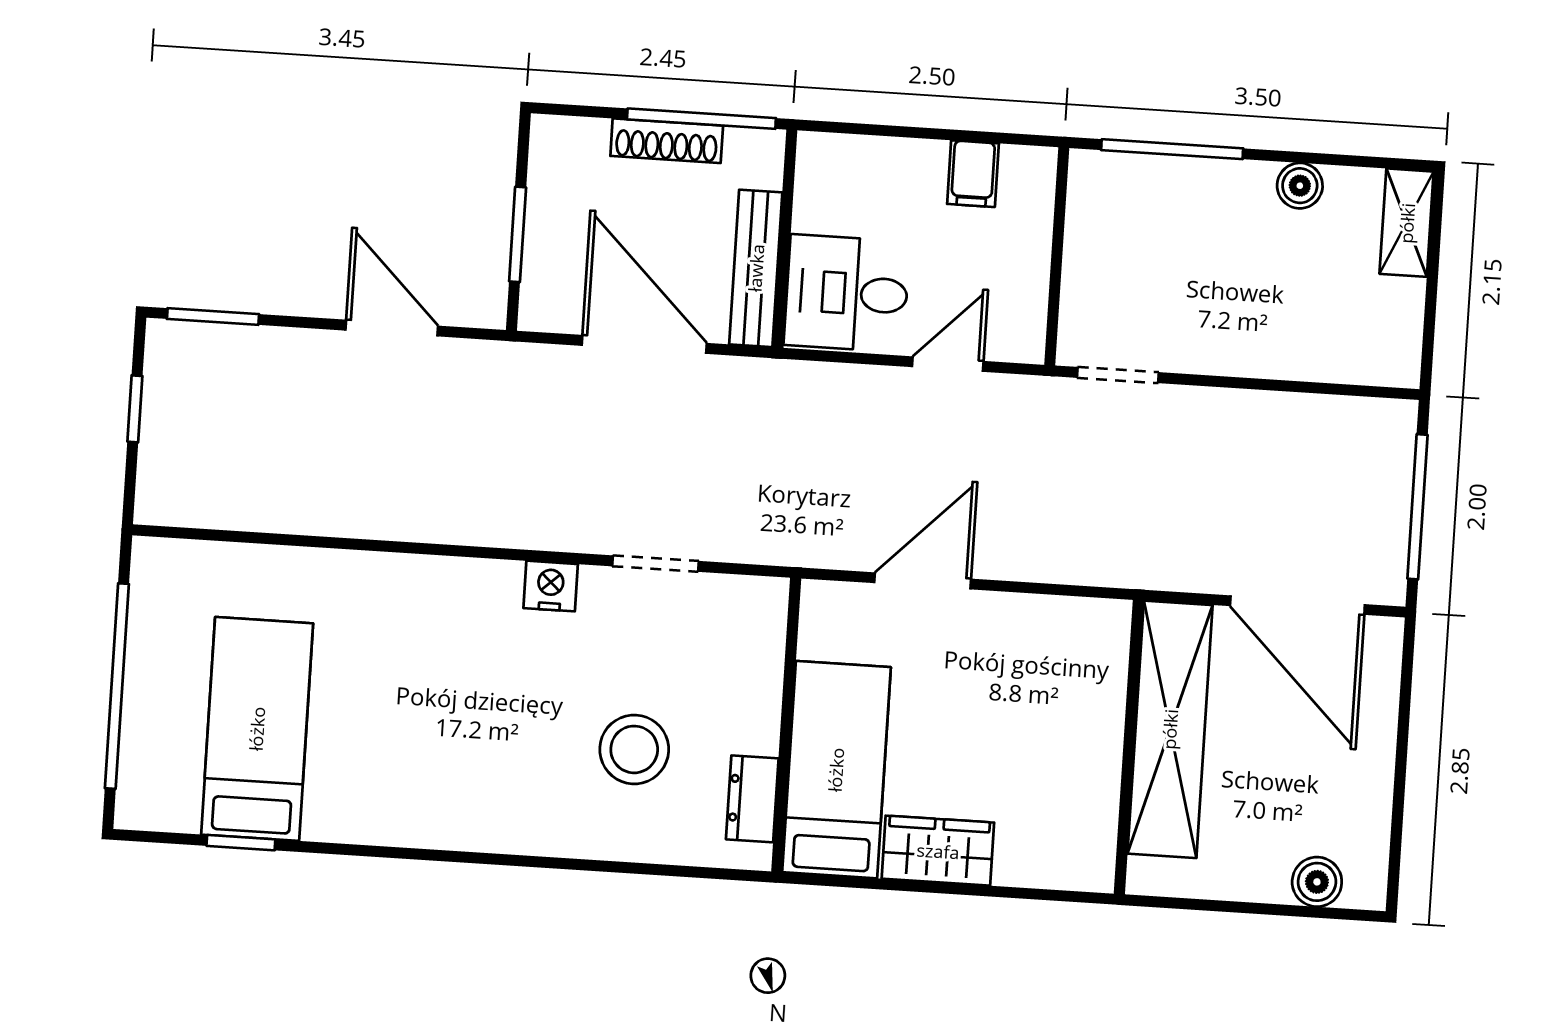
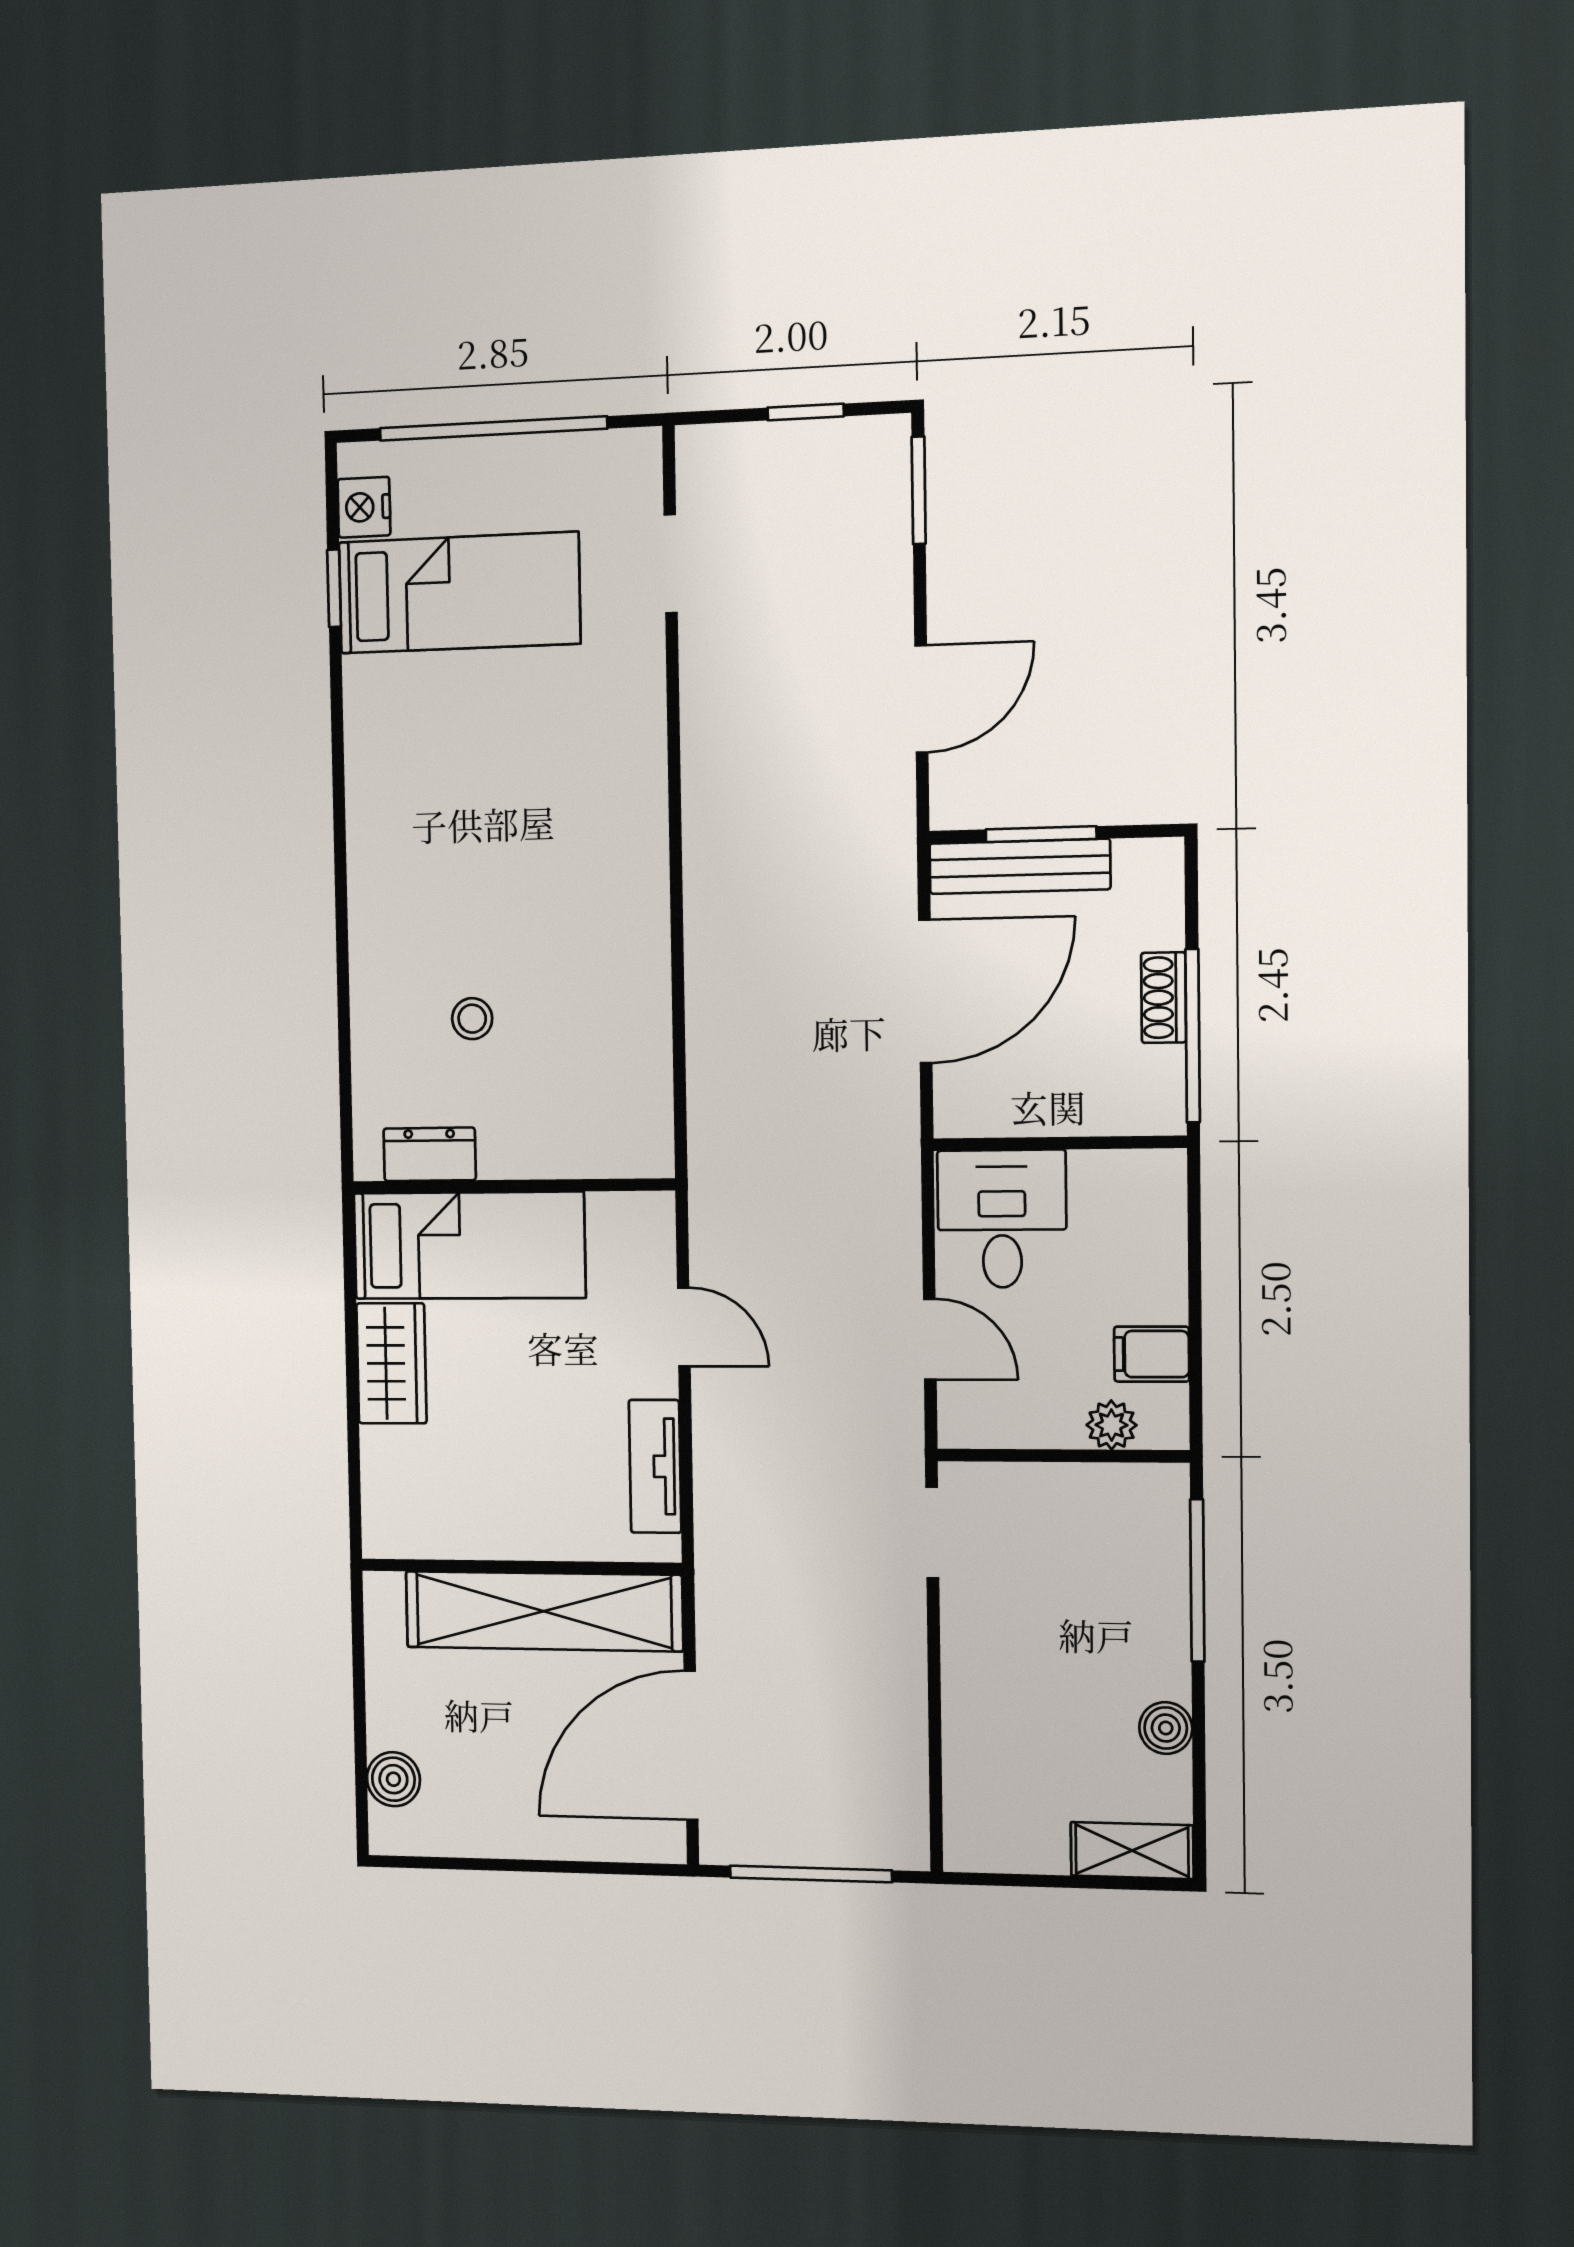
shoe rack: (667, 141) -> (1164, 998), width x0.70
plant: (1033, 213) -> (1111, 1425), added
bench: (756, 268) -> (1020, 866), moved
doorway: (656, 564) -> (671, 564), moved
door: (923, 581) -> (684, 1327), width x0.73
nightstand: (551, 586) -> (364, 507), moved, turned 180
tv unit: (1045, 617) -> (655, 1466), added
stool: (634, 749) -> (472, 1019), width x0.53, depth x0.53

